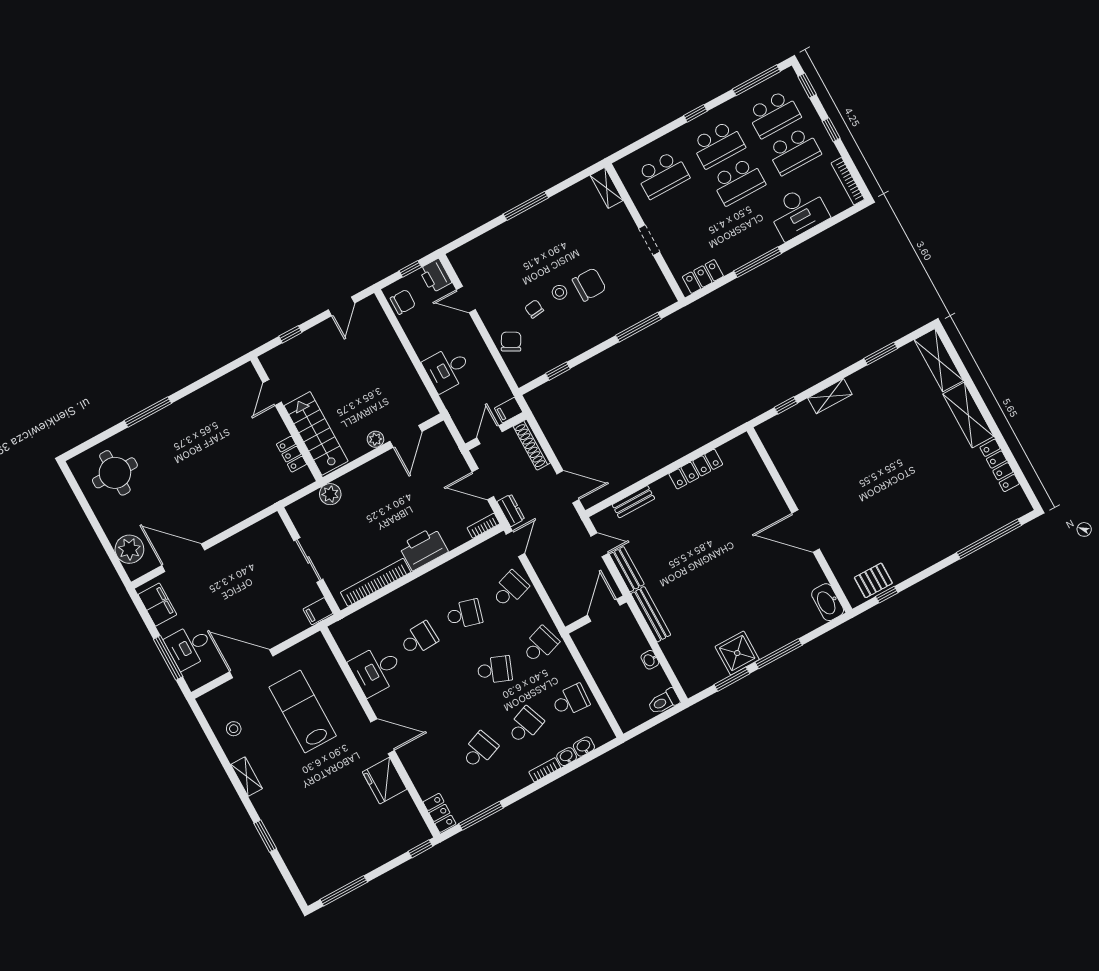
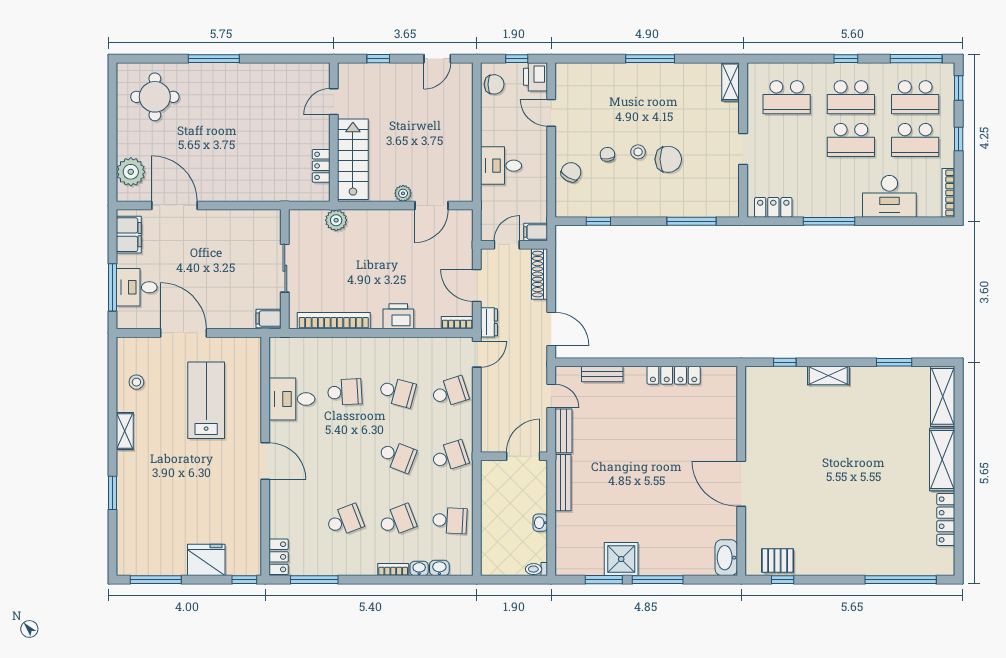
printer: (423, 549) -> (398, 316), width x0.73, depth x0.84
toilet: (664, 702) -> (536, 569), width x0.73, depth x0.72
fridge: (385, 781) -> (206, 560), moved, turned 90

